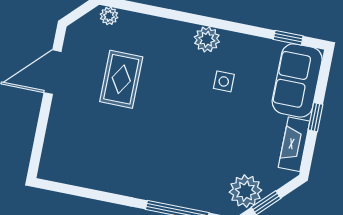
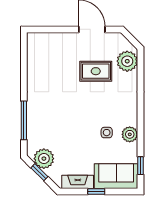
plant: (109, 16) -> (127, 61), width x1.88, depth x1.88
plant: (207, 39) -> (130, 134), moved

